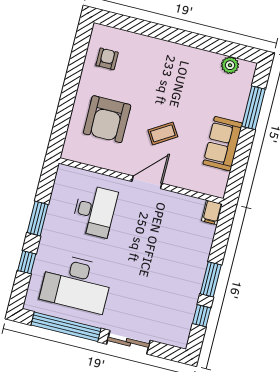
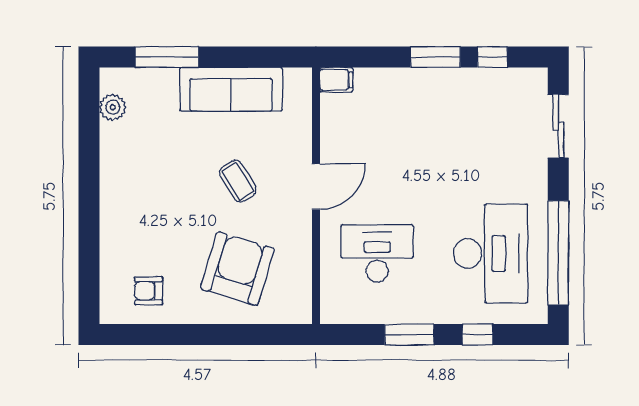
armchair: (107, 119) -> (237, 269), turned -73
sofa: (223, 144) -> (231, 89), width x1.36
door: (147, 182) -> (316, 187), swing flipped
sliding door: (128, 342) -> (558, 126), moved

